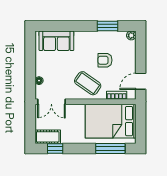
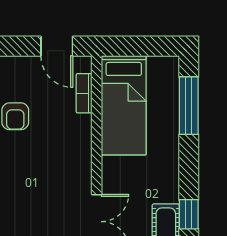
coffee table: (88, 83) -> (61, 150), removed
bed: (111, 121) -> (124, 105), width x0.67

